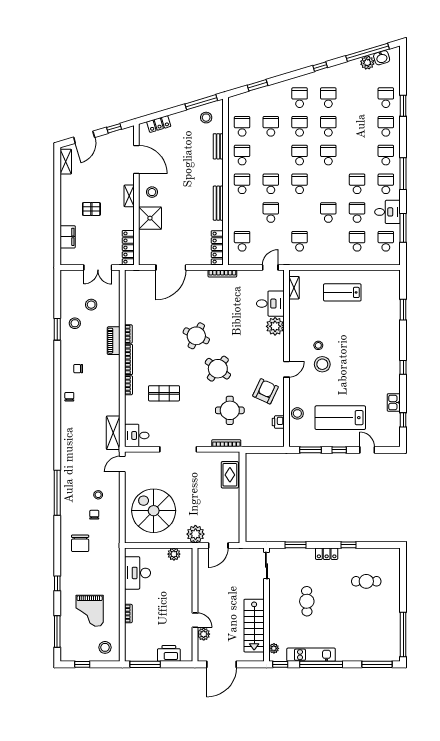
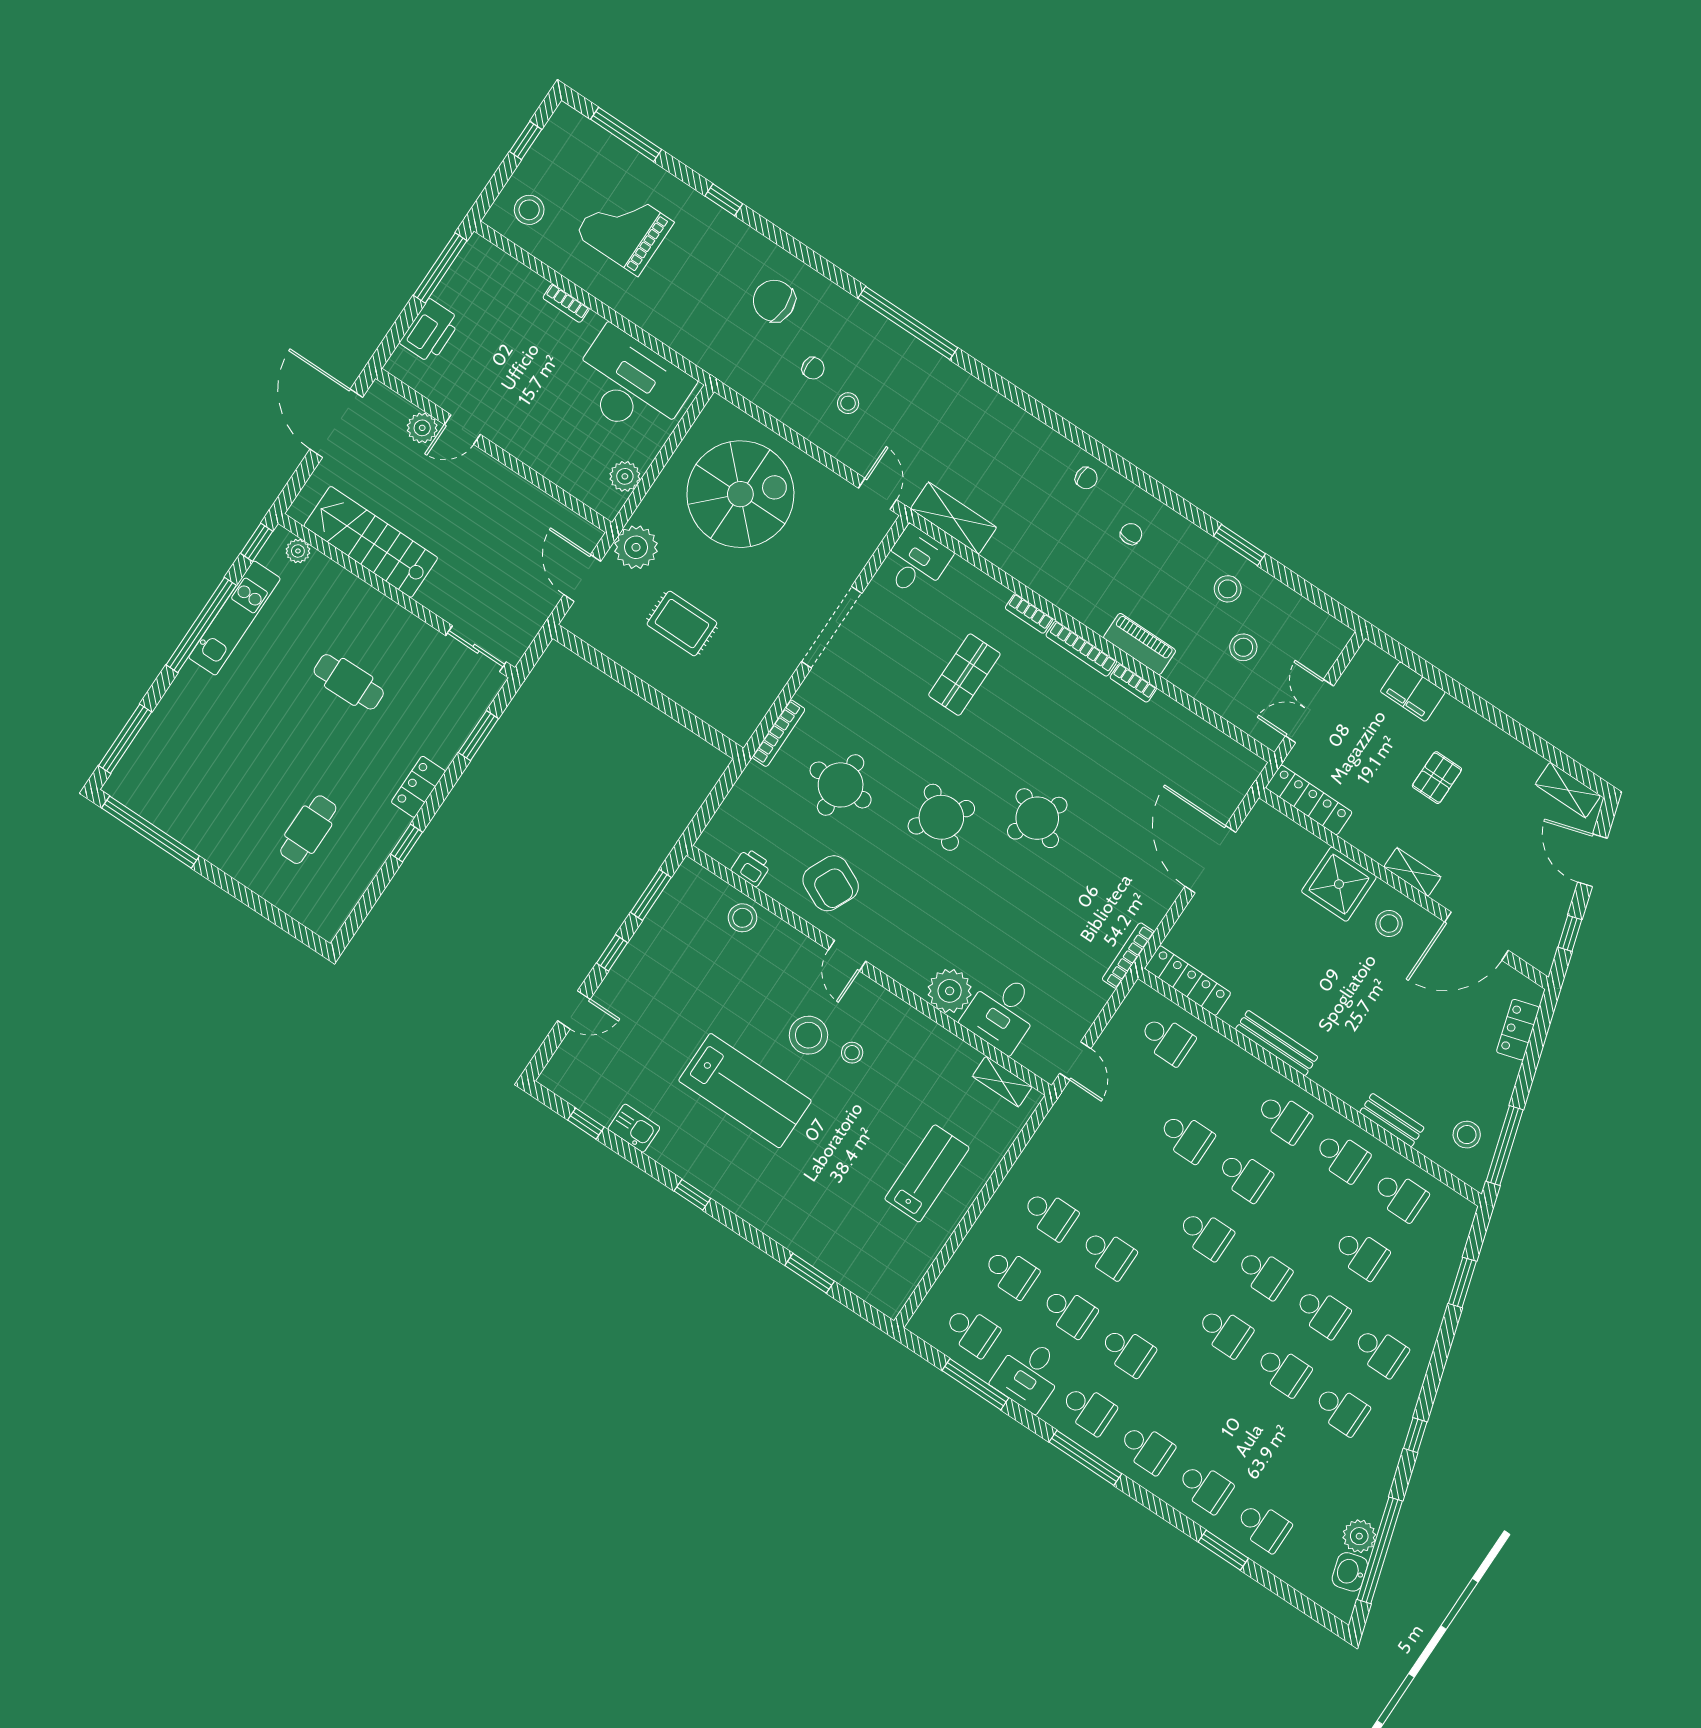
school desk: (300, 241) -> (1050, 1215), moved
lab bench: (340, 418) -> (745, 1091), moved, turned 90
rug: (230, 475) -> (682, 624), moved
desk: (137, 573) -> (631, 385), width x1.36, depth x1.30

